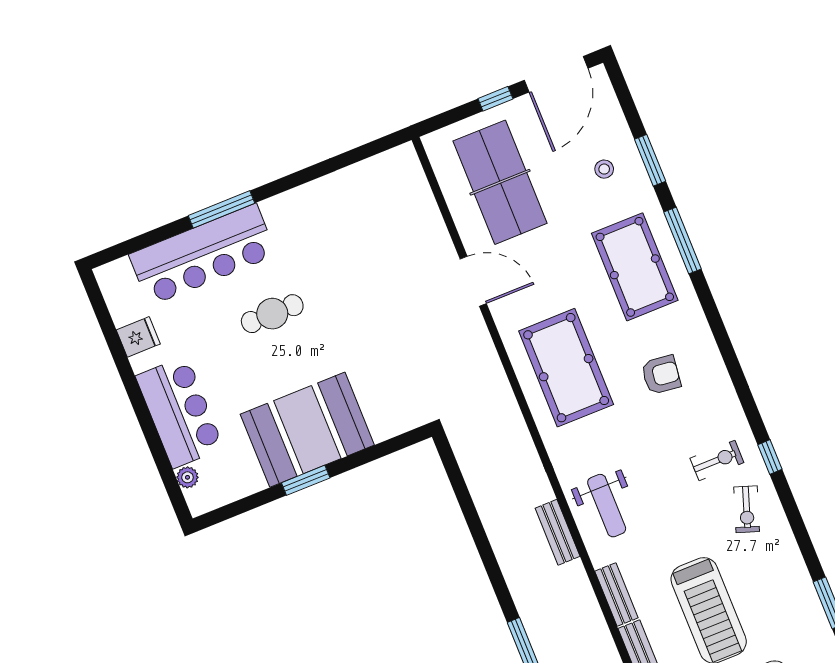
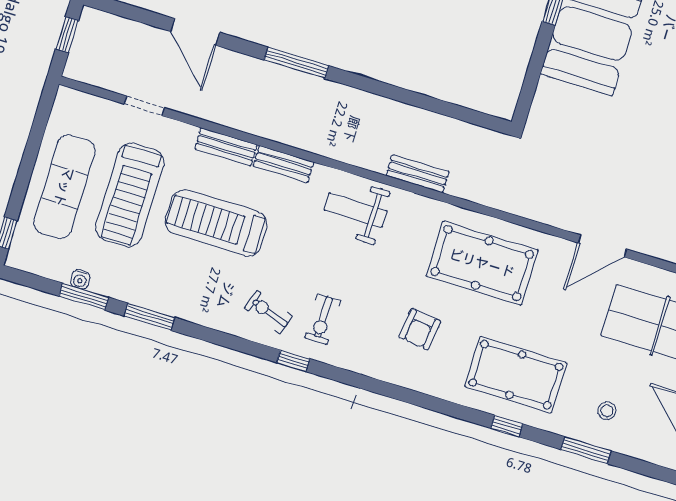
window: (682, 241) -> (507, 426), width x0.46
bench: (558, 532) -> (418, 174), moved

